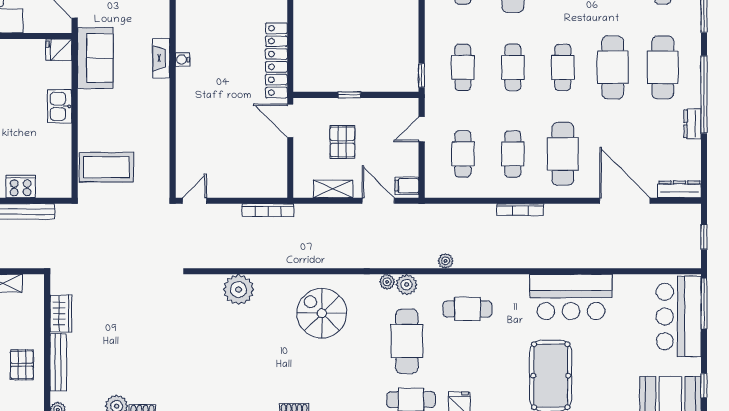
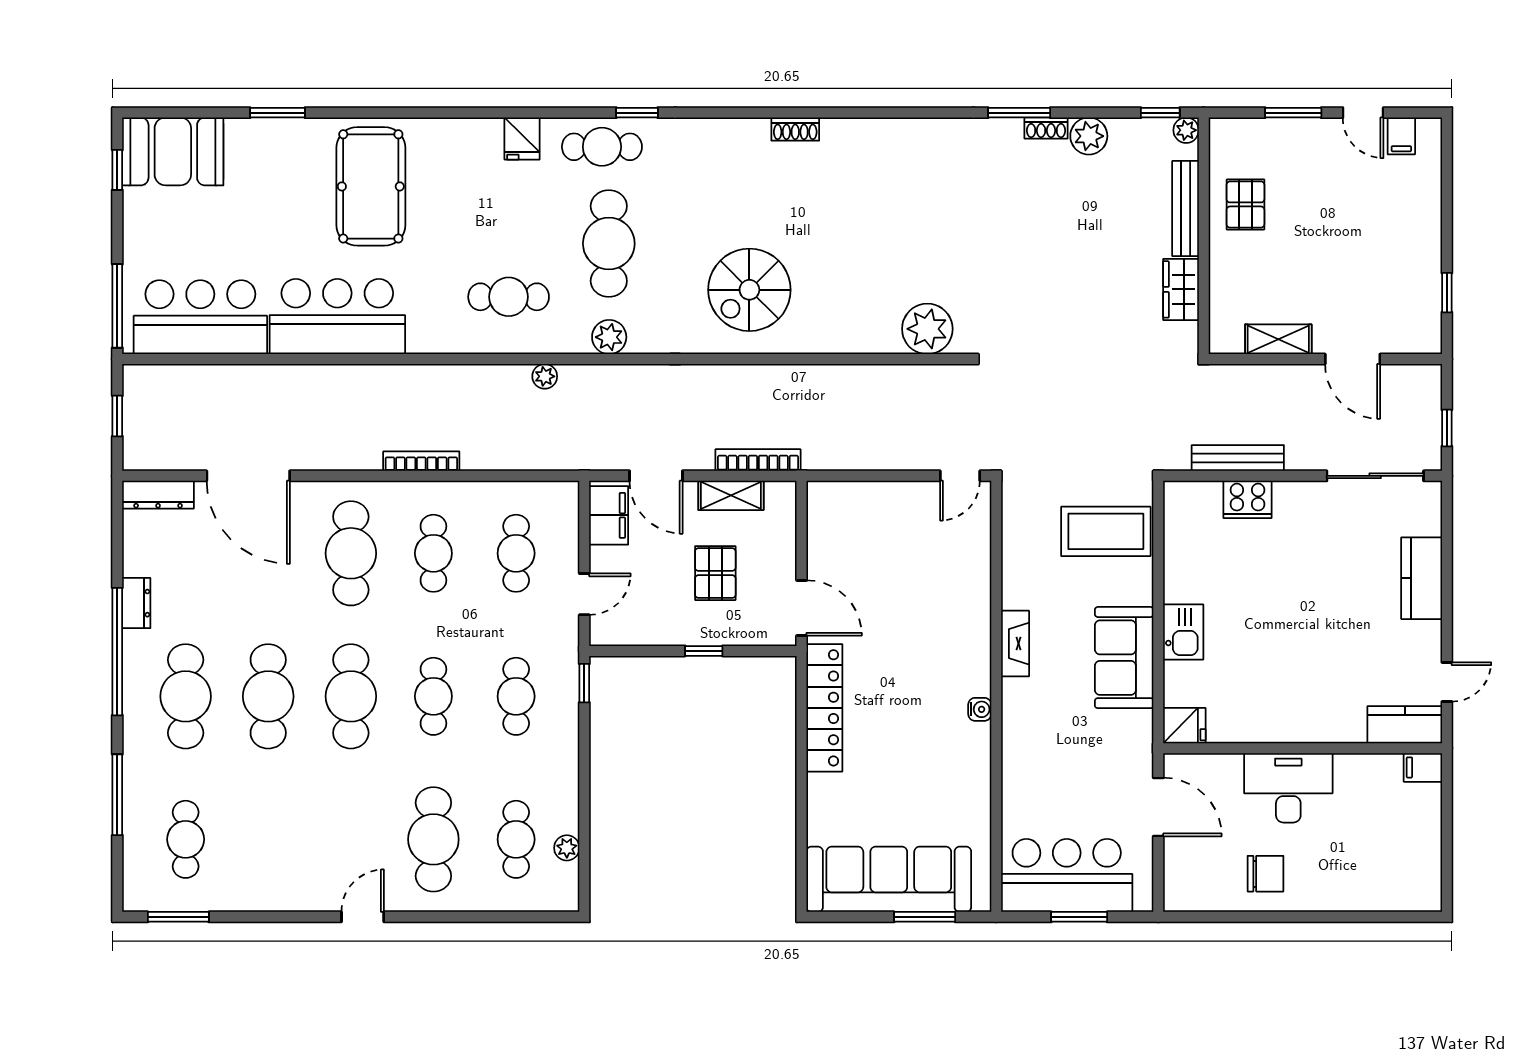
sofa: (95, 58) -> (1124, 658), moved
fireplace: (161, 58) -> (1015, 644), moved
cafe table: (563, 67) -> (351, 696), width x1.37, depth x1.35
filing cabinet: (407, 186) -> (609, 515), width x2.00
bookcase: (268, 210) -> (758, 460), moved
plant: (387, 282) -> (641, 342), removed
plant: (238, 290) -> (927, 329), moved
spiral stairs: (322, 313) -> (749, 290), turned 90
bar counter: (679, 316) -> (200, 317), moved, turned -90

